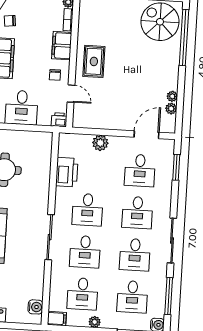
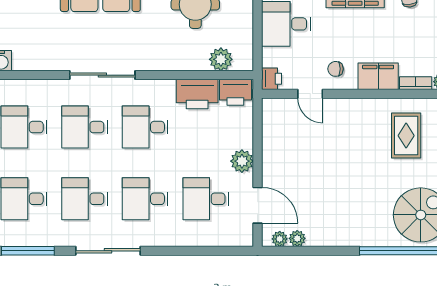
rug: (94, 61) -> (406, 136), moved, turned 90
door: (71, 94) -> (310, 94), hinge flipped
plant: (172, 96) -> (280, 239), moved
plant: (100, 143) -> (242, 161), moved
printer: (67, 145) -> (235, 92), added
plant: (44, 154) -> (221, 59), added
window: (176, 167) -> (213, 251), removed

